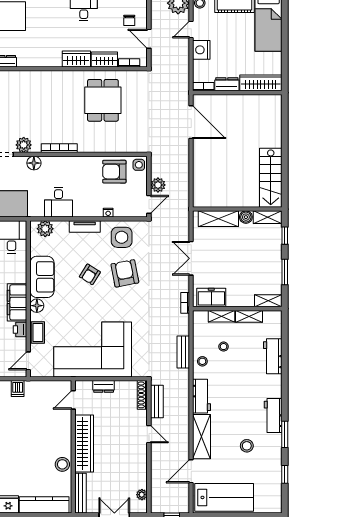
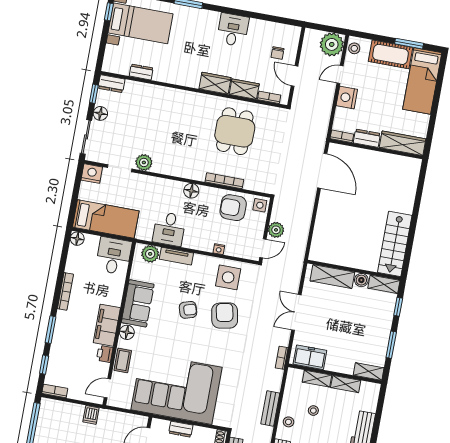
bookcase: (59, 148) -> (224, 181), moved
floor lamp: (34, 163) -> (191, 191), moved
tv unit: (85, 226) -> (176, 256), moved
armchair: (90, 274) -> (188, 310), turned -139

